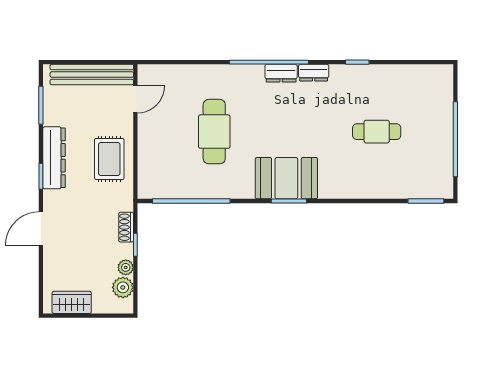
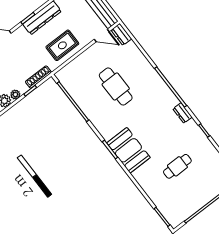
dresser: (281, 73) -> (121, 34), moved
cafe table: (214, 132) -> (116, 86), turned 90
cafe table: (377, 132) -> (177, 166), turned 90
booth: (286, 178) -> (128, 150), moved
shoe rack: (126, 227) -> (38, 77), width x1.43

